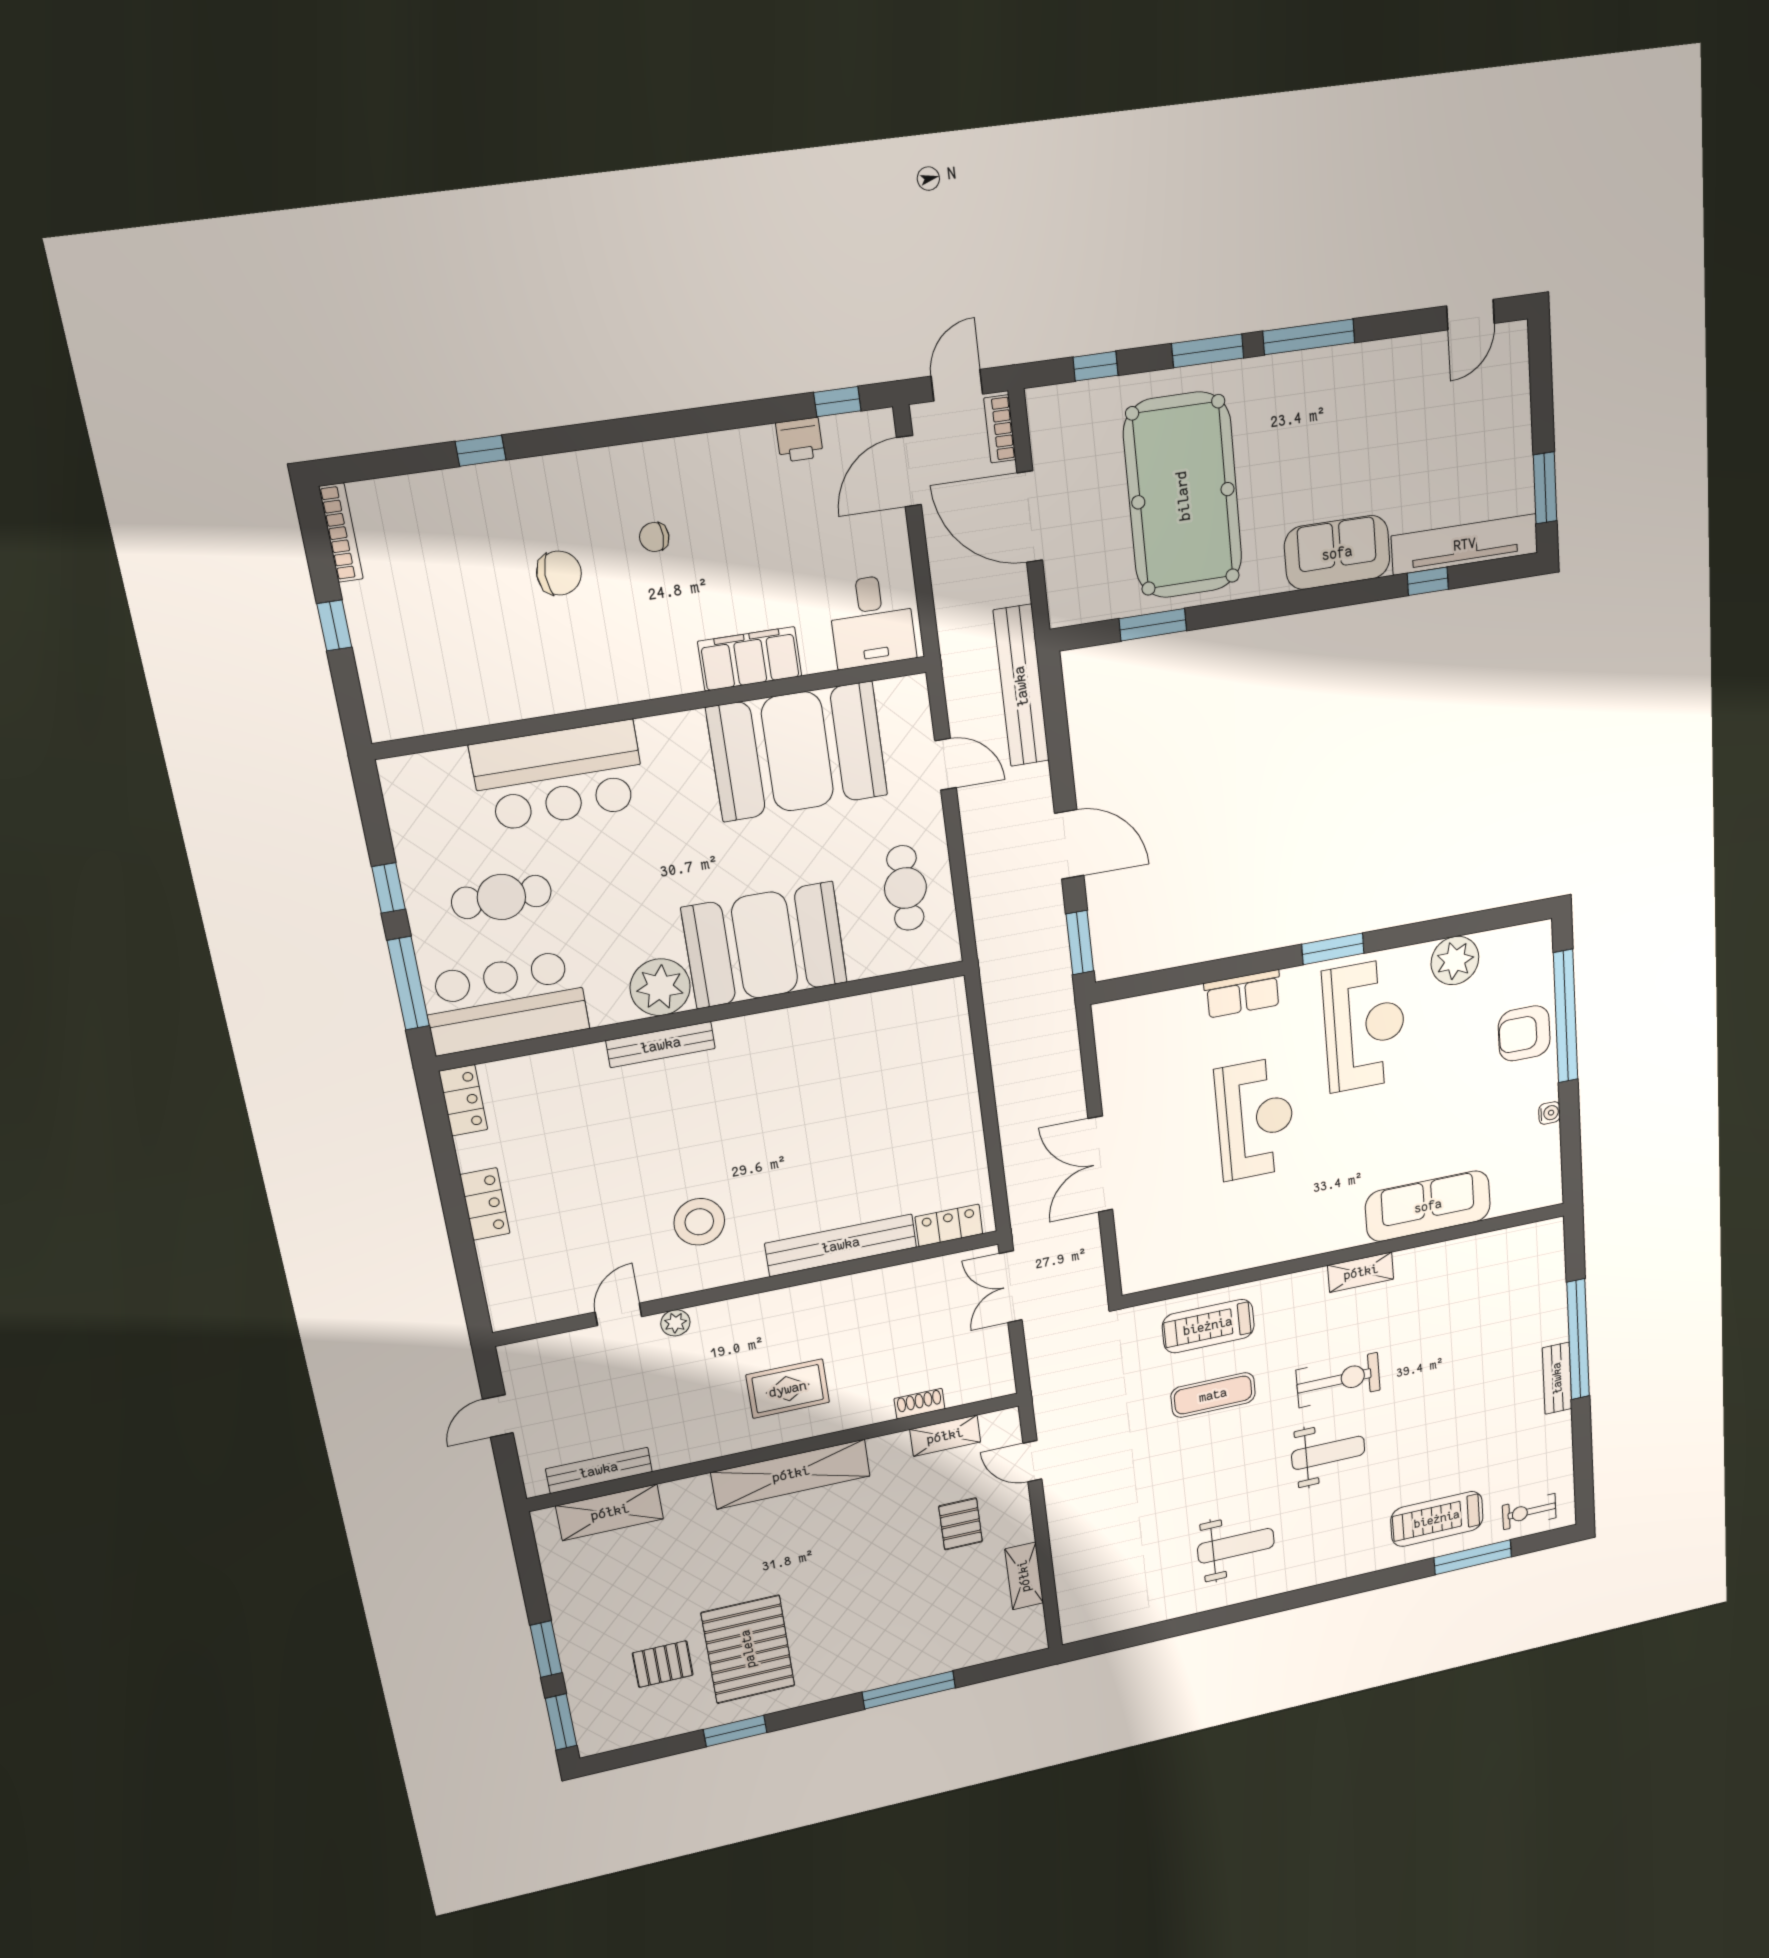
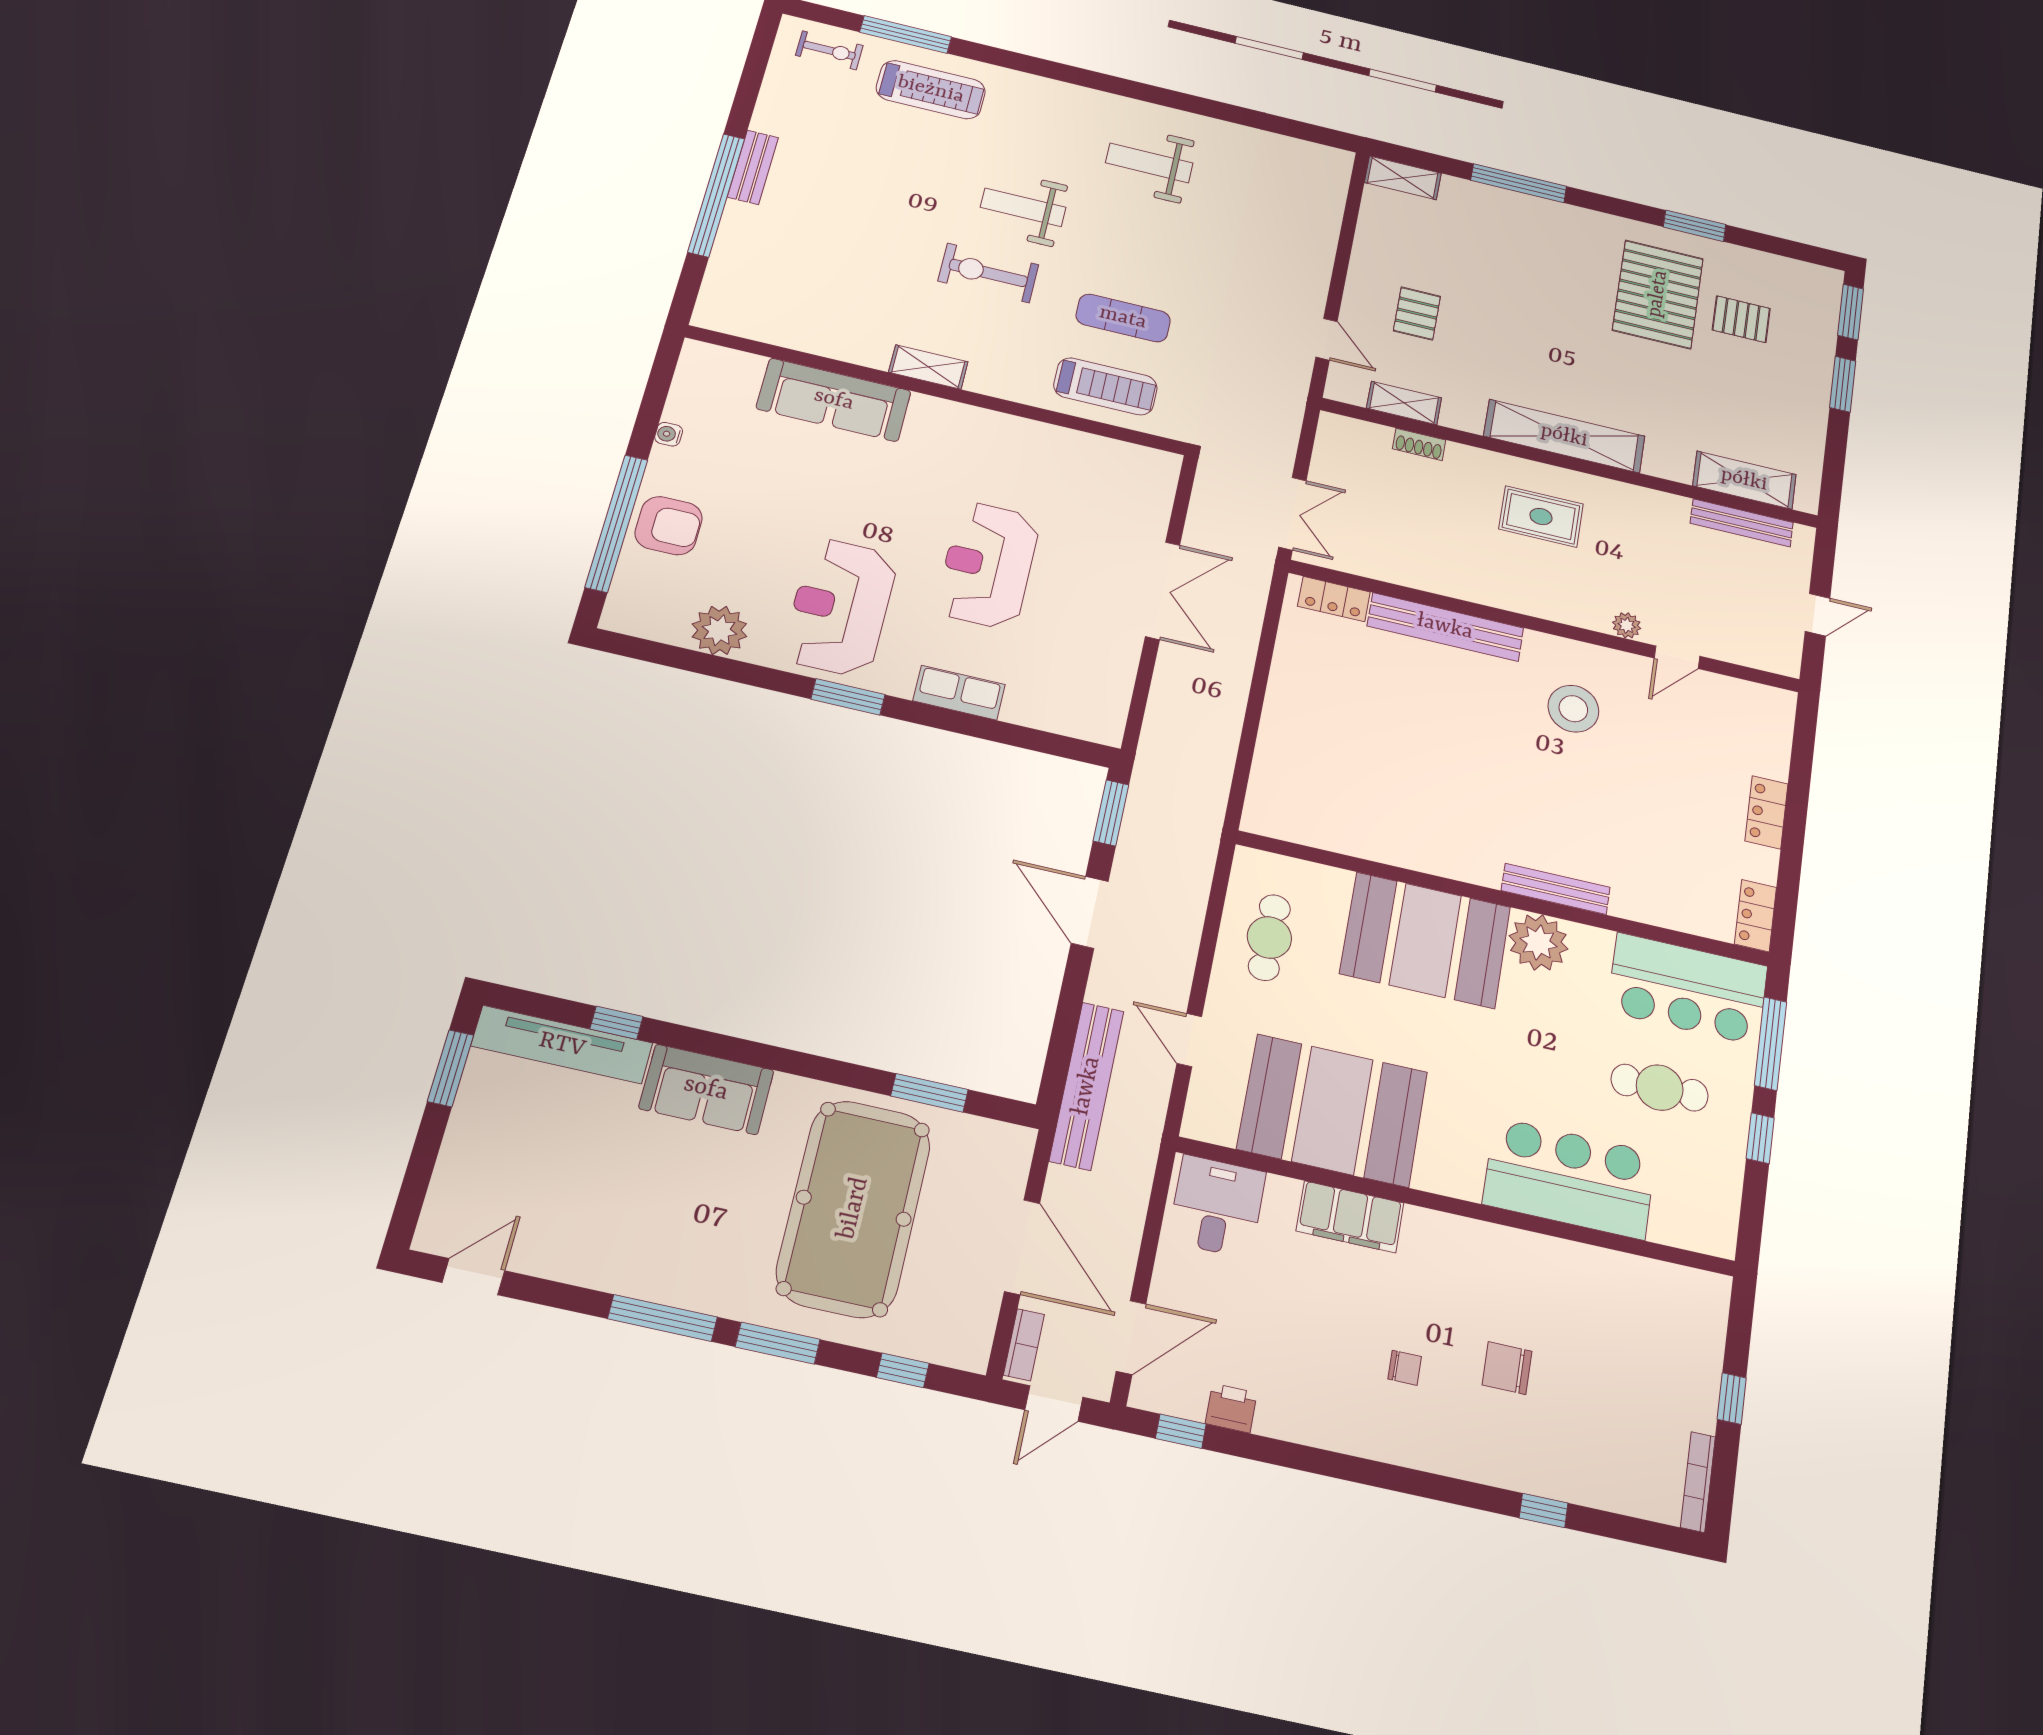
shelving: (1024, 1576) -> (1403, 178), moved, turned 90

